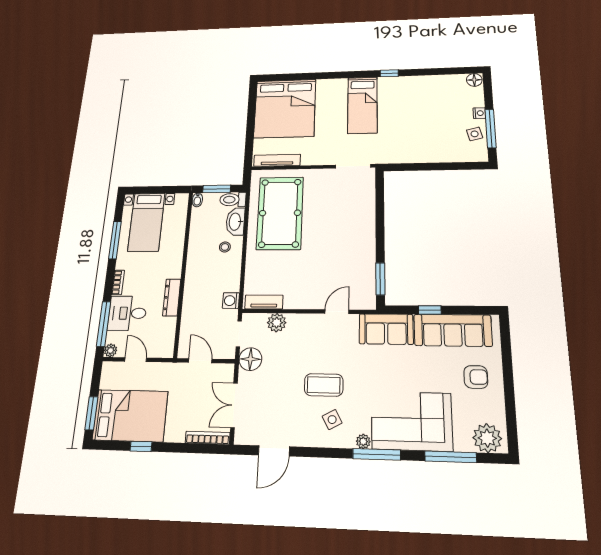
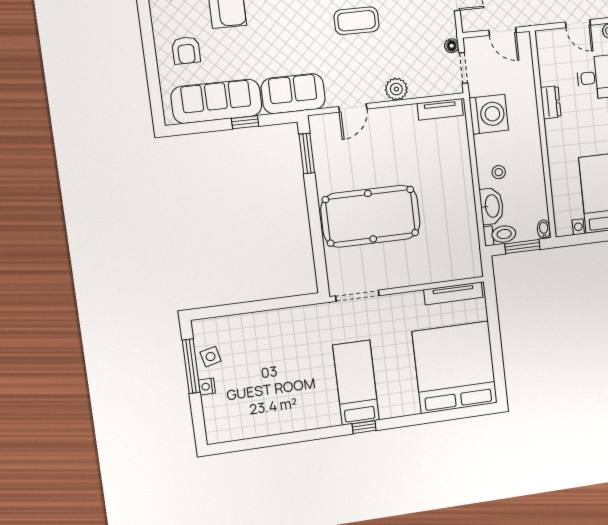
window: (389, 73) -> (364, 427), moved
floor lamp: (474, 80) -> (217, 434), removed
pool table: (280, 213) -> (371, 216), moved, turned 90
dresser: (172, 297) -> (551, 102), width x0.70
washing machine: (231, 301) -> (489, 114), width x1.89, depth x1.89
plant: (277, 323) -> (396, 89), moved
floor lamp: (250, 359) -> (452, 46), width x0.53, depth x0.53
armchair: (476, 377) -> (186, 50), turned -90

